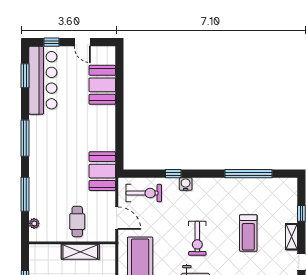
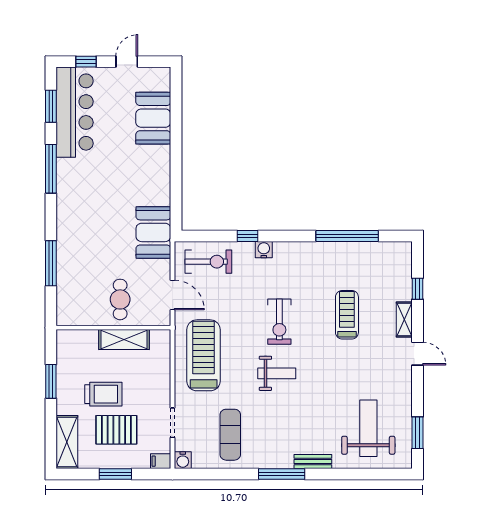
door: (82, 42) -> (127, 62), swing flipped
window: (25, 138) -> (51, 169), moved
plant: (34, 223) -> (63, 302), removed
treadmill: (248, 233) -> (347, 315), turned 180

